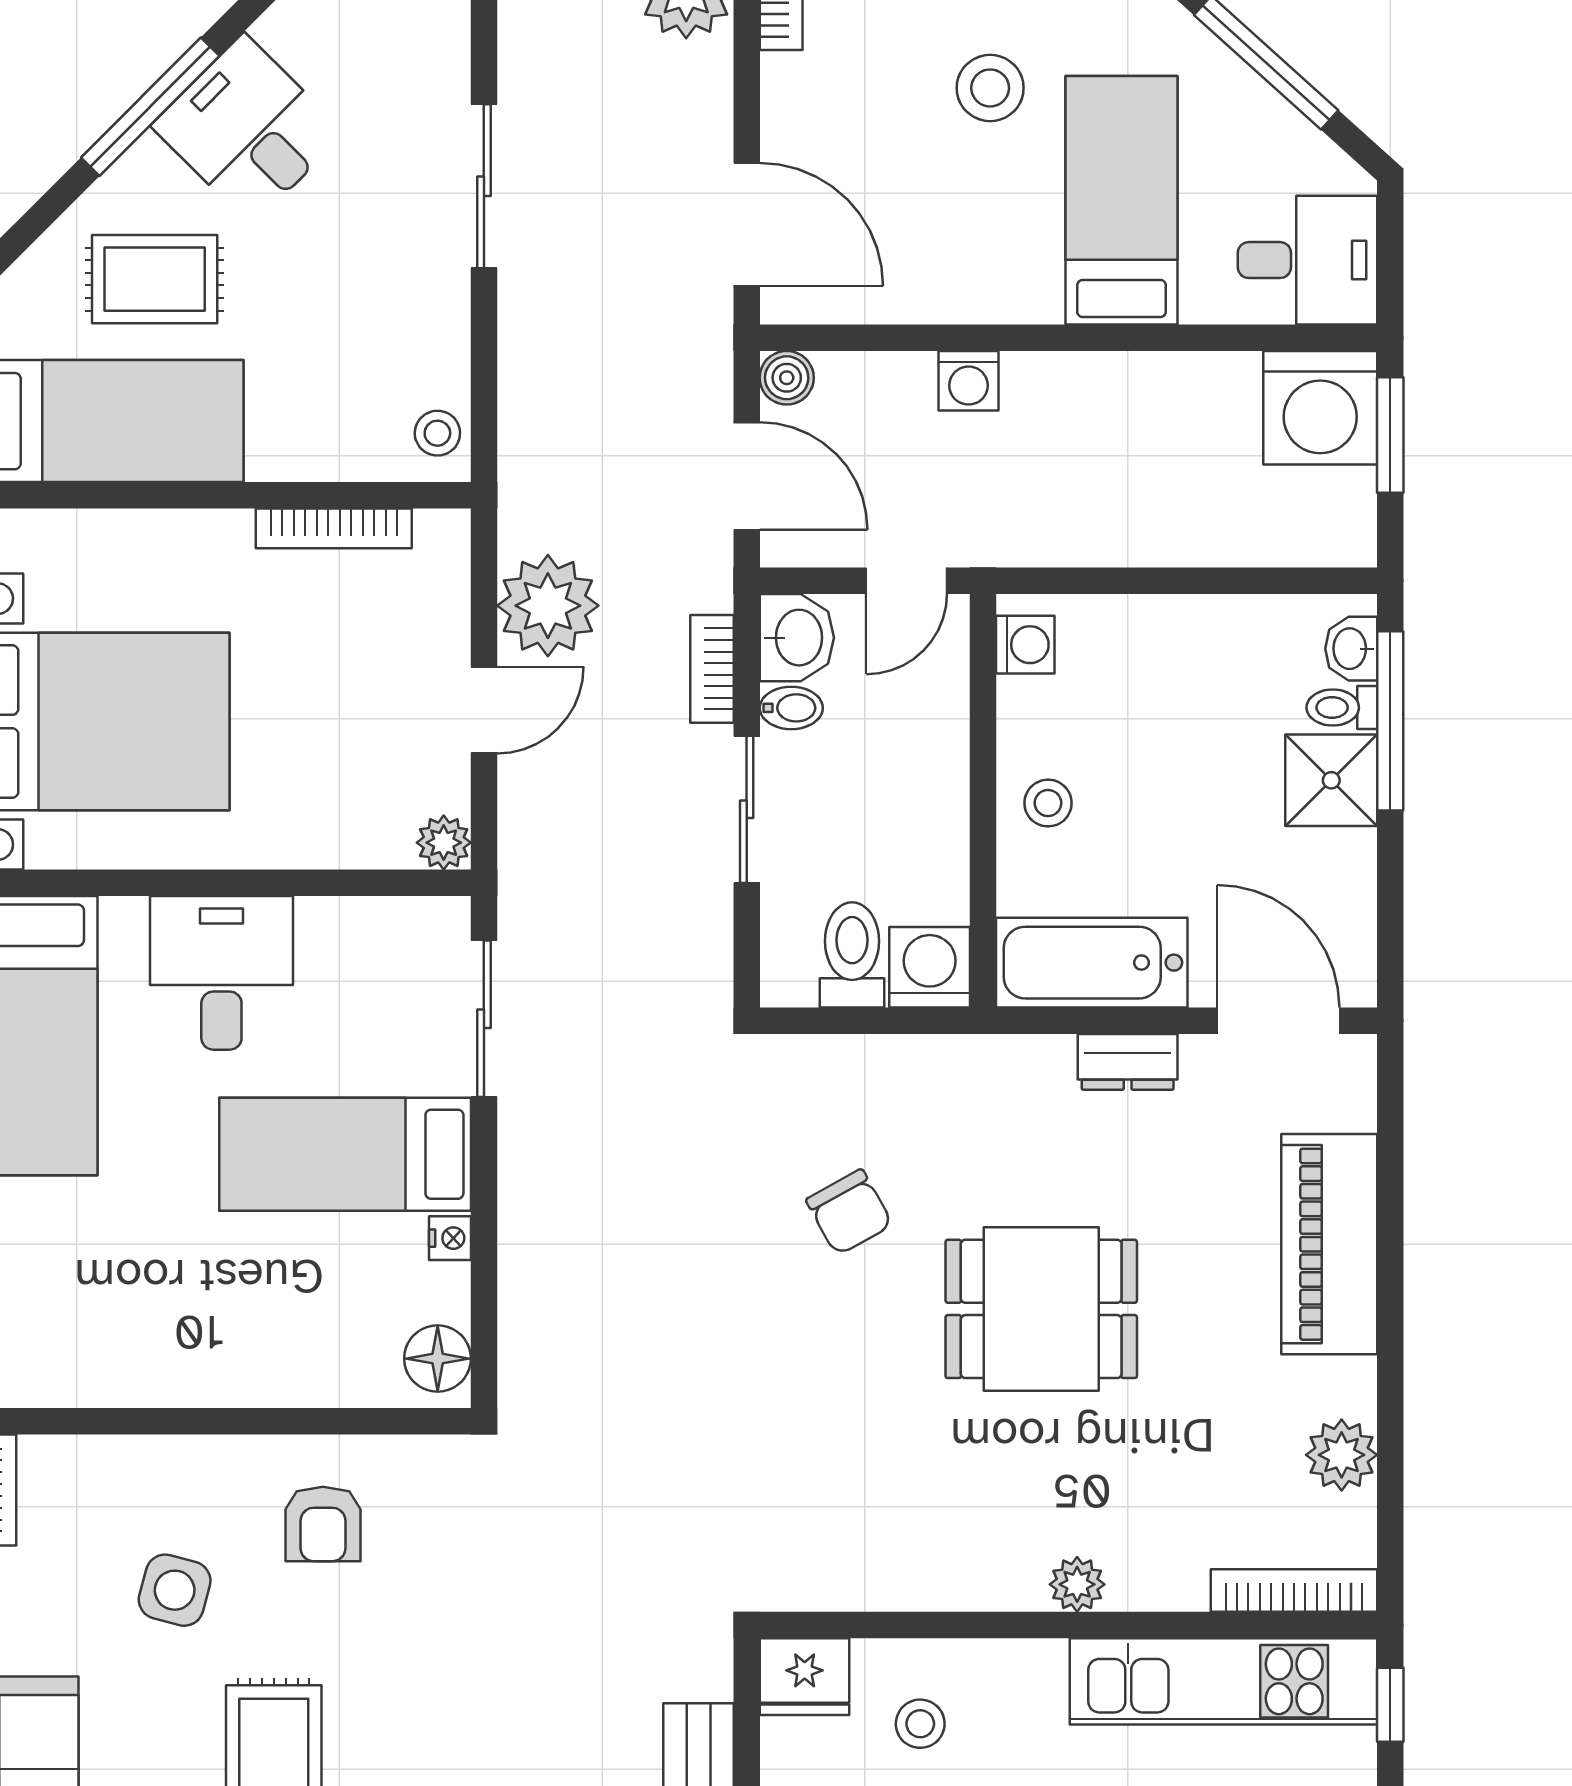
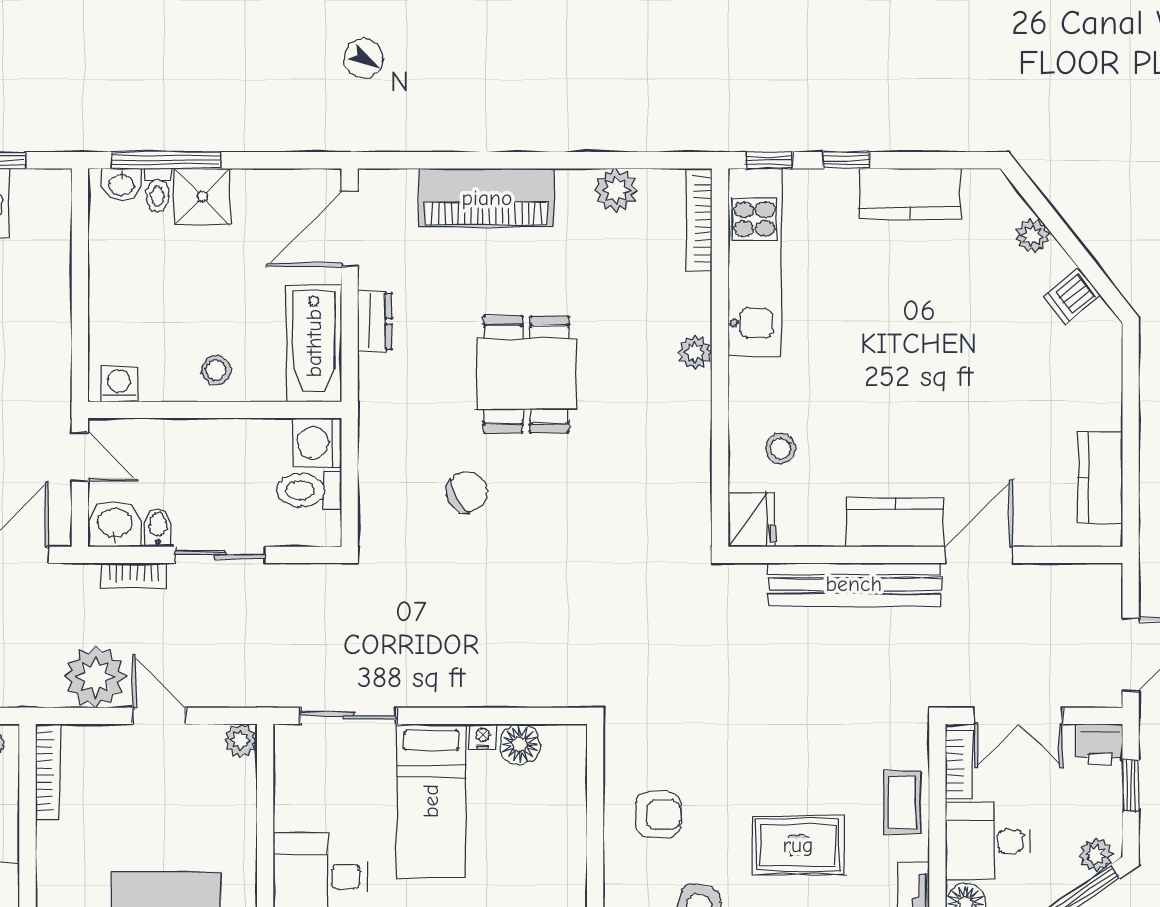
bookcase: (334, 528) -> (48, 772), moved
floor lamp: (438, 1359) -> (520, 744), moved

